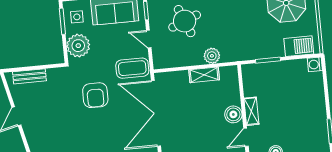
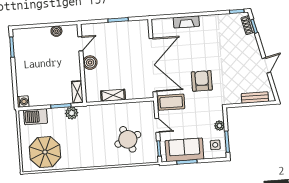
plant: (78, 46) -> (219, 126), width x0.53, depth x0.53
plant: (212, 56) -> (72, 113), moved
shelving: (251, 111) -> (77, 92), moved

